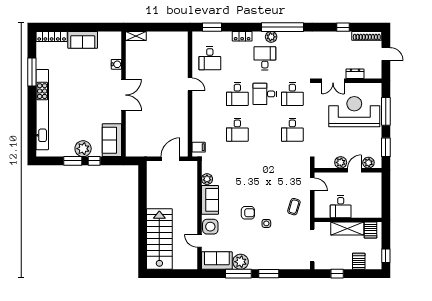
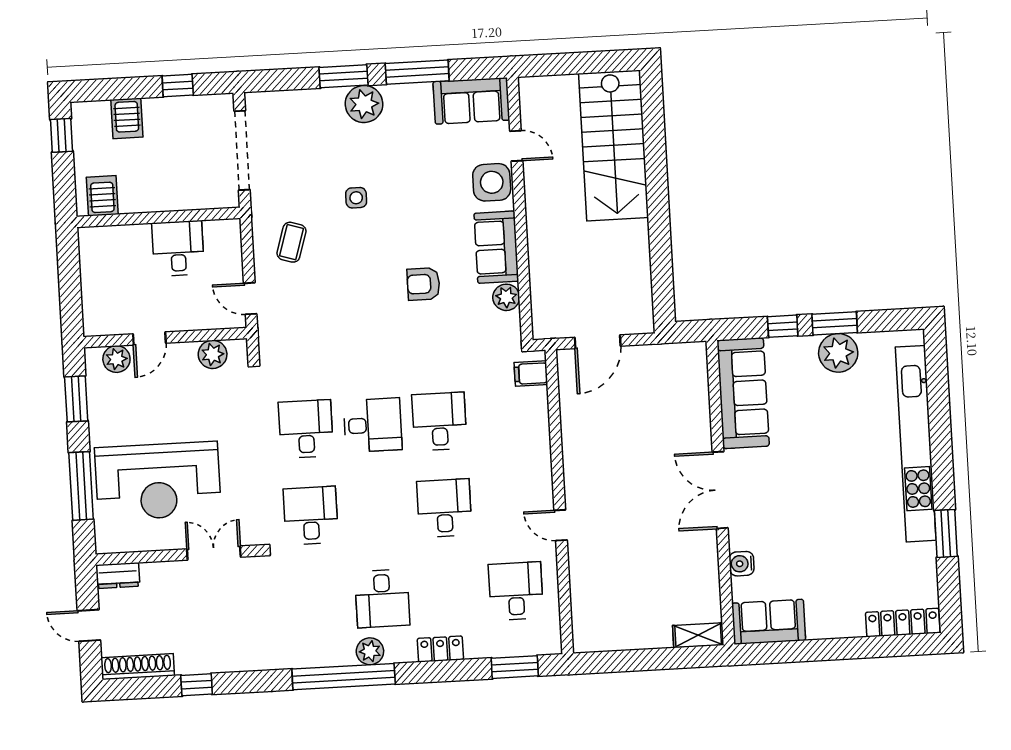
sofa: (83, 40) -> (769, 622), moved
window: (32, 72) -> (946, 533), width x0.69
dresser: (355, 74) -> (118, 576), moved
desk: (265, 94) -> (373, 425), moved
sofa: (112, 140) -> (743, 393), width x1.36
plant: (83, 149) -> (838, 353), moved
plant: (341, 162) -> (213, 354), moved
armchair: (248, 213) -> (423, 284), moved
shelving: (347, 229) -> (159, 196), removed
plant: (241, 262) -> (364, 104), moved

